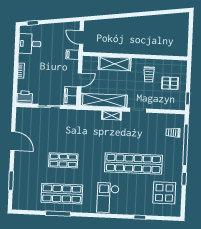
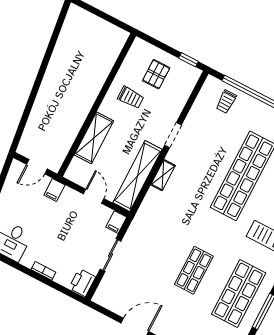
filing cabinet: (71, 96) -> (116, 222), width x0.50

